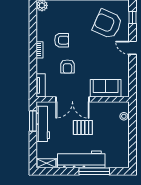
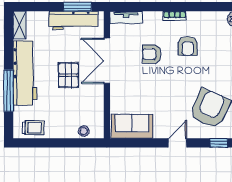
sofa: (106, 88) -> (132, 126), moved, turned -90
trolley: (121, 153) -> (33, 128), added

